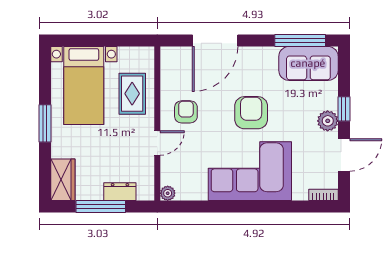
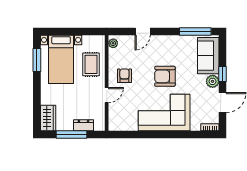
door: (215, 40) -> (143, 31), width x0.53
sofa: (308, 63) -> (208, 56), moved, turned 90
armchair: (251, 113) -> (165, 76), turned -90
window: (45, 123) -> (37, 60), moved
plant: (168, 193) -> (113, 43), moved

